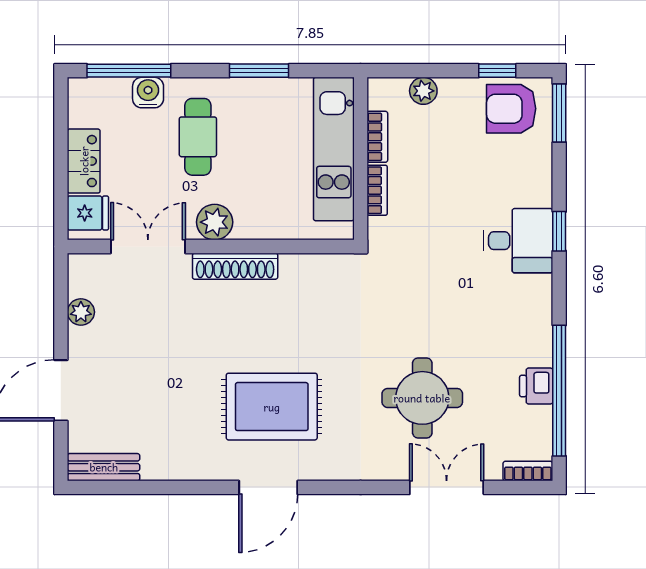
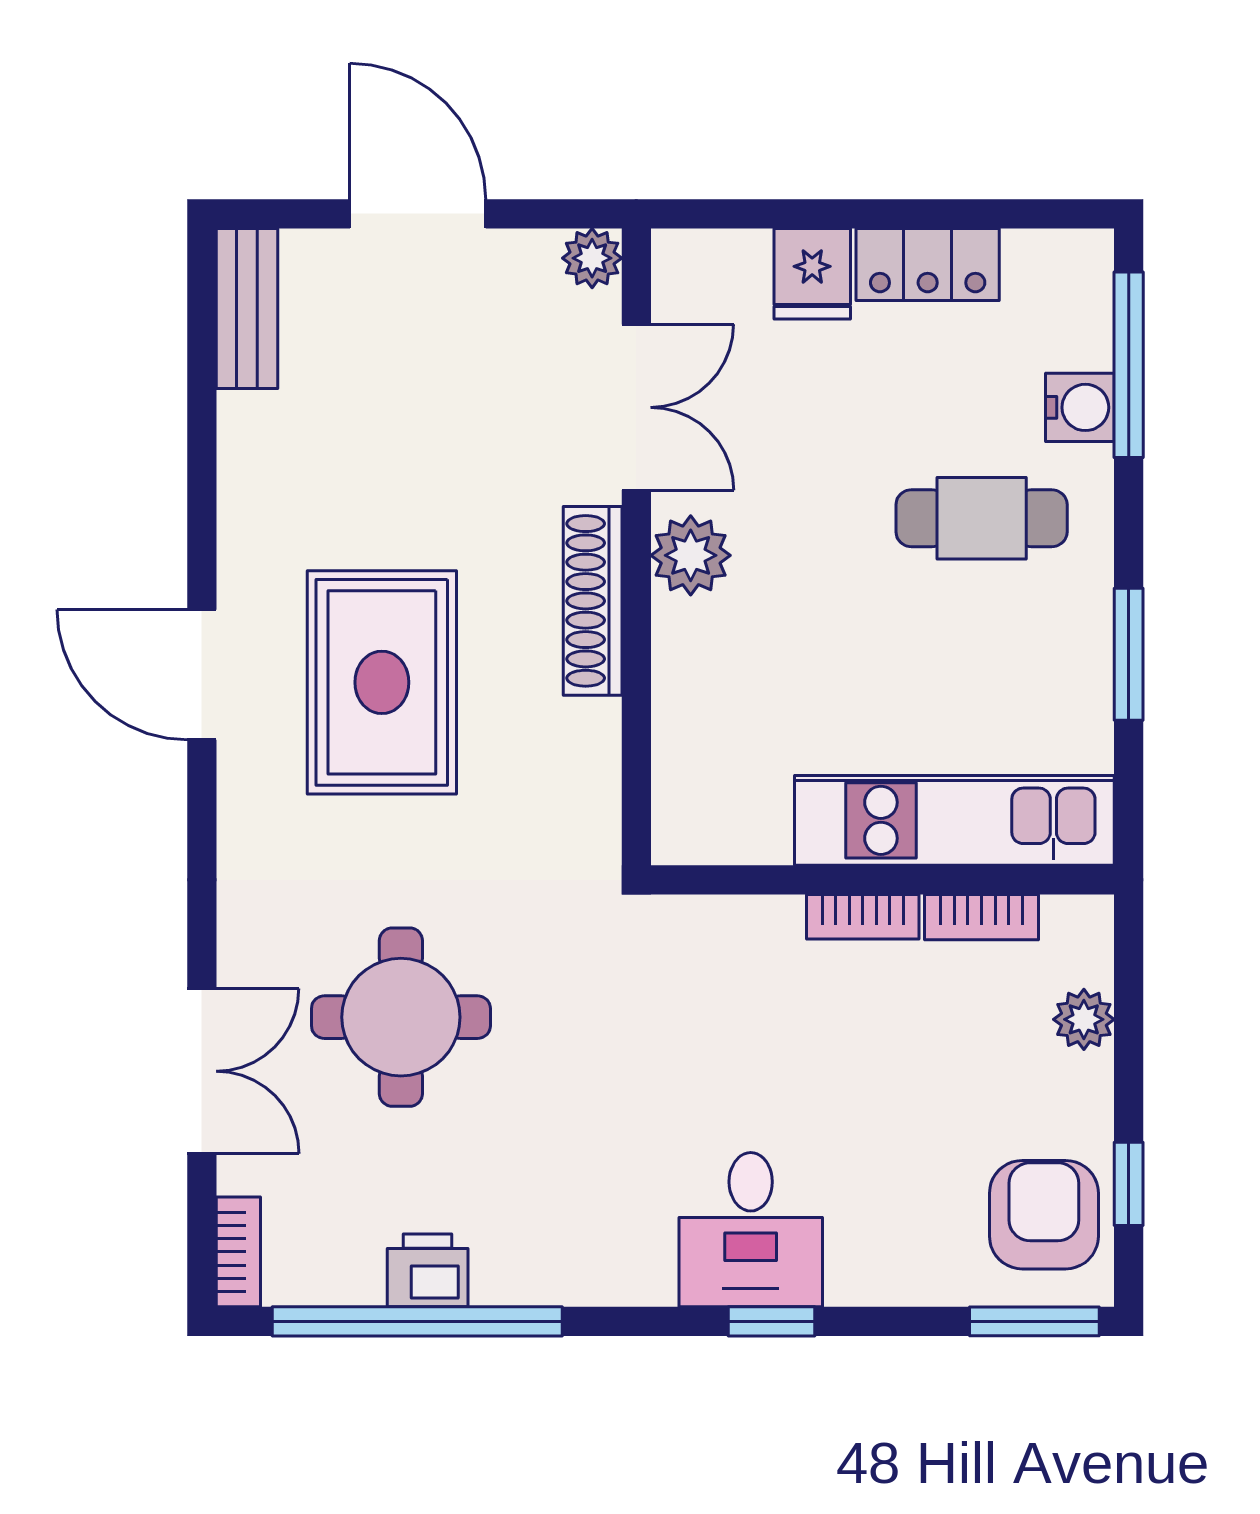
plant: (215, 222) -> (691, 555), moved
double door: (148, 247) -> (636, 407), moved
wall: (211, 247) -> (636, 547), moved
shoe rack: (235, 266) -> (593, 601), moved

